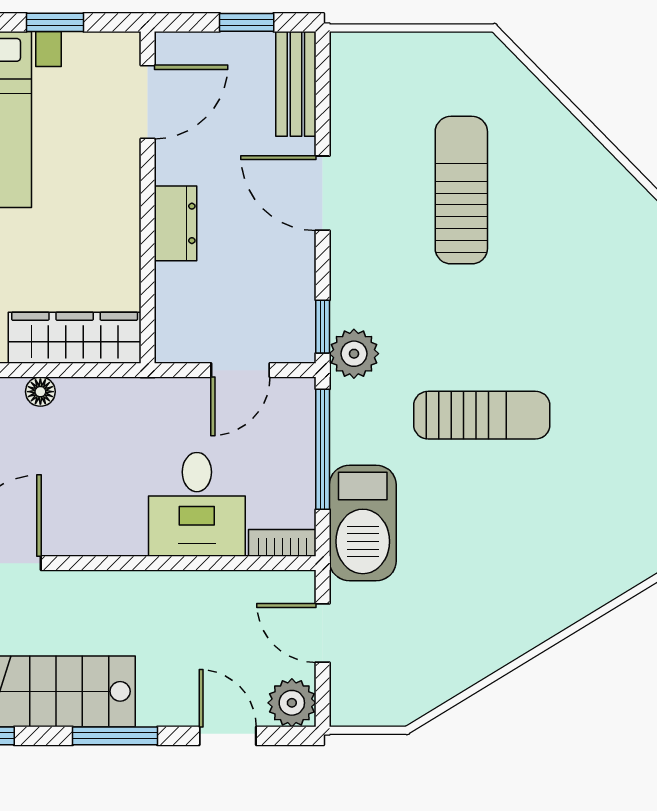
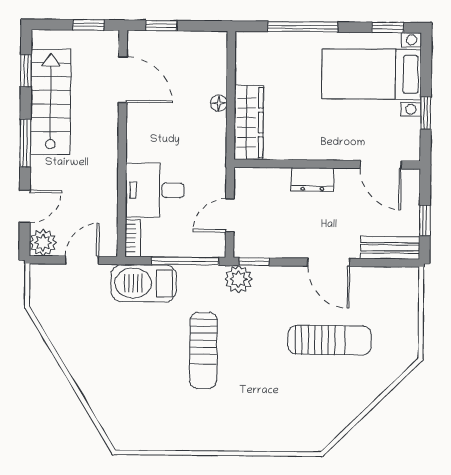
door: (323, 193) -> (329, 262), swing flipped
door: (240, 370) -> (230, 215), hinge flipped

